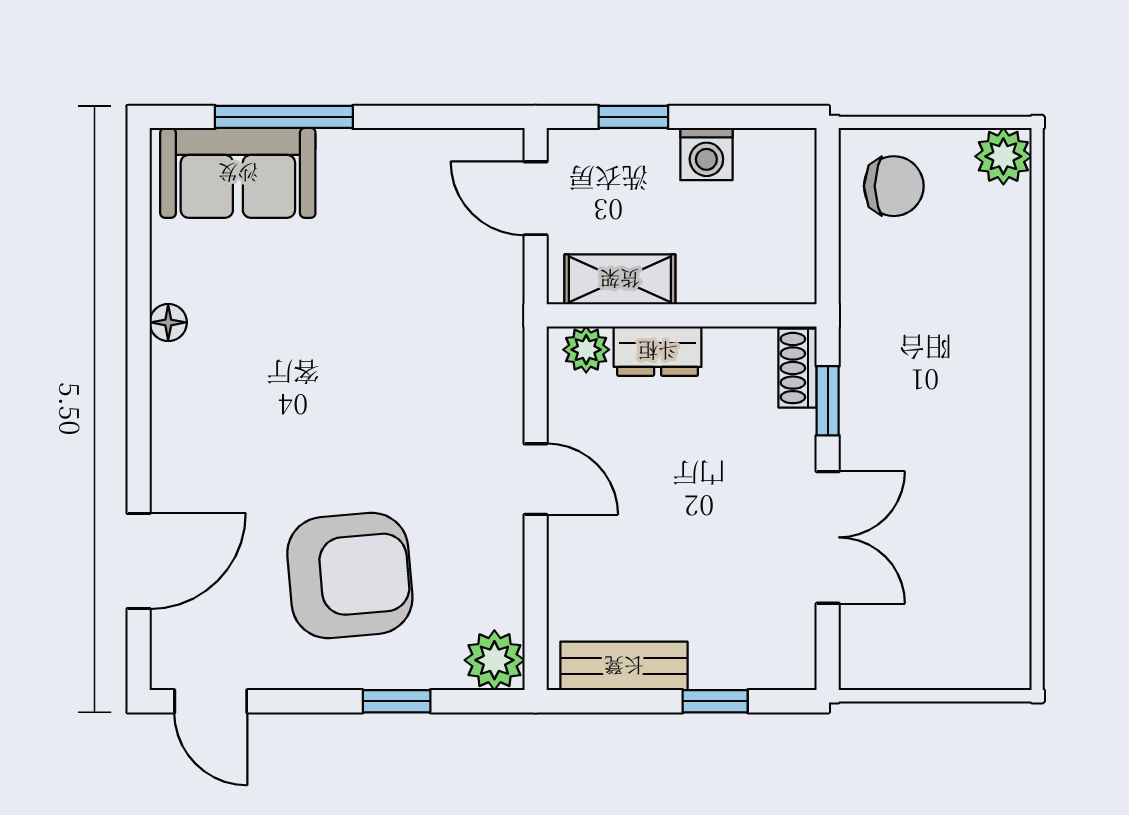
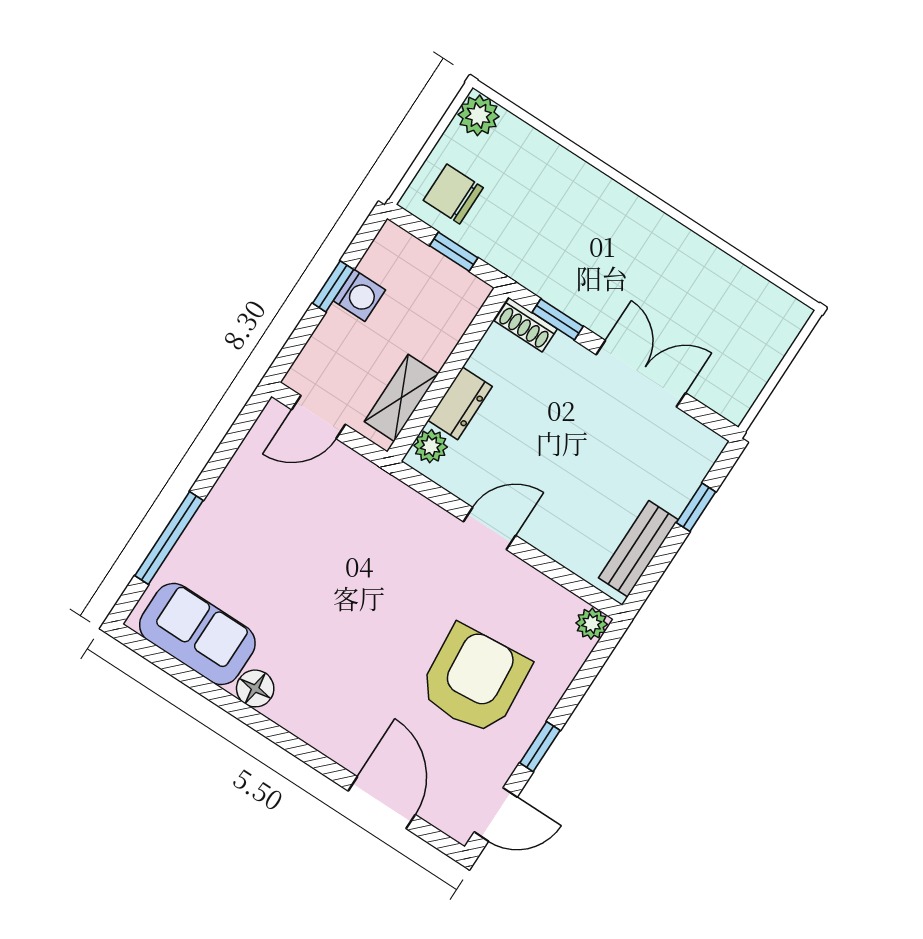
window: (633, 117) -> (333, 286), moved
sofa: (238, 173) -> (197, 634), moved, turned -90
chair: (894, 186) -> (453, 194), turned -90
window: (828, 230) -> (454, 252), added
floor lamp: (168, 322) -> (255, 688), width x1.37, depth x1.37
plant: (494, 660) -> (592, 624), width x0.73, depth x0.73
window: (397, 701) -> (540, 747), moved

